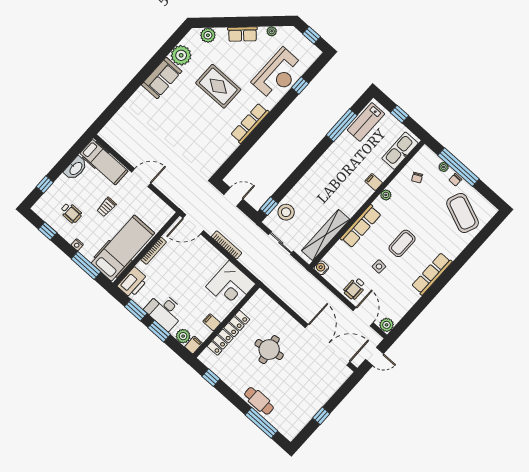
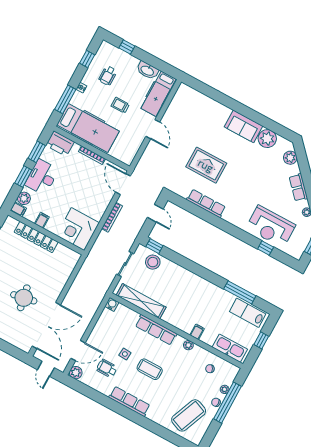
rug: (218, 86) -> (206, 165), moved, turned 90
row of seats: (250, 123) -> (206, 203), moved
wheelchair: (355, 288) -> (107, 368), moved
round table: (269, 350) -> (24, 298), moved

